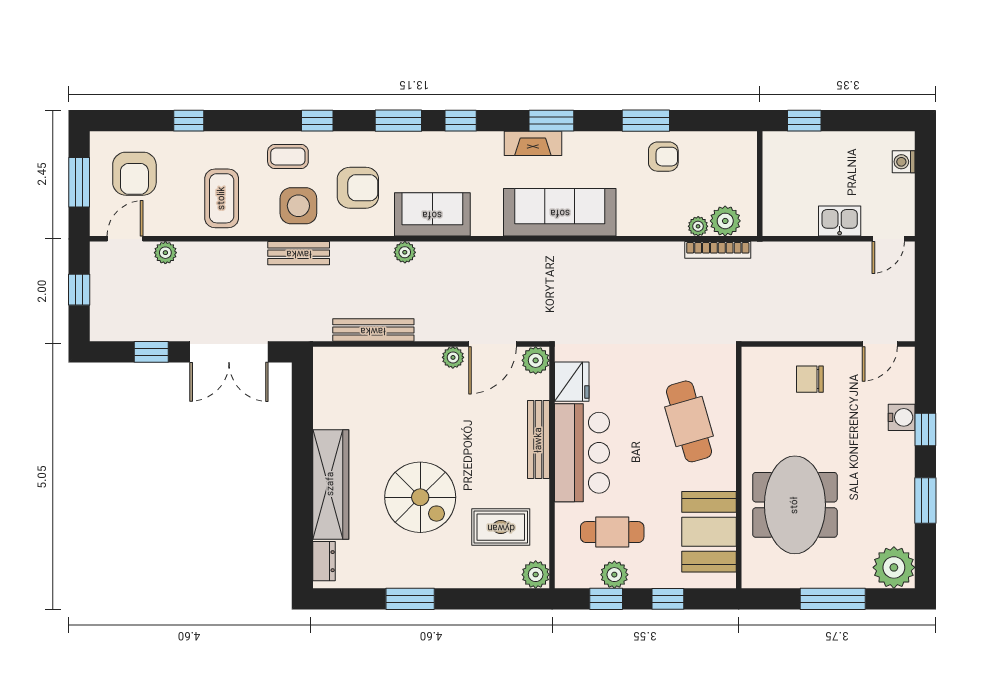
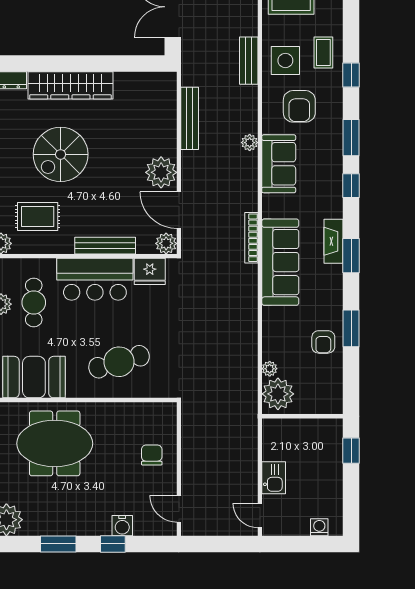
plant: (725, 221) -> (278, 394), width x1.36, depth x1.36
bookcase: (718, 250) -> (251, 238), moved
plant: (453, 357) -> (161, 172), width x1.88, depth x1.88
rug: (501, 527) -> (38, 217), turned 90

